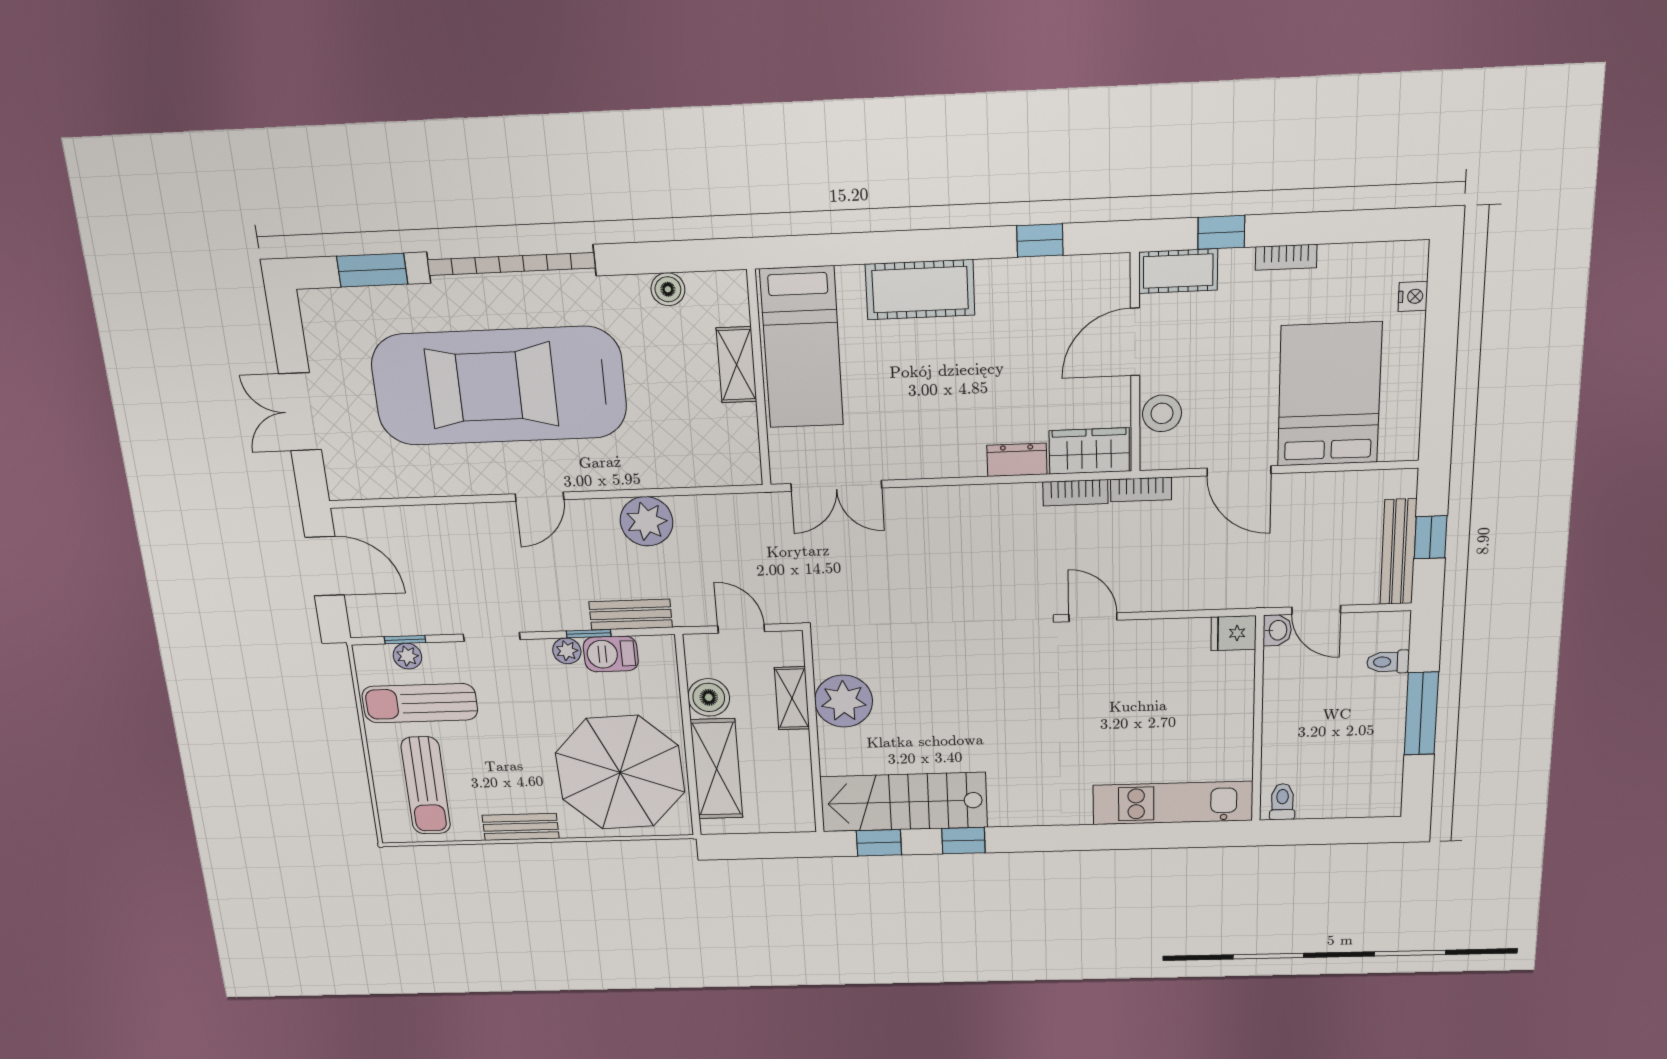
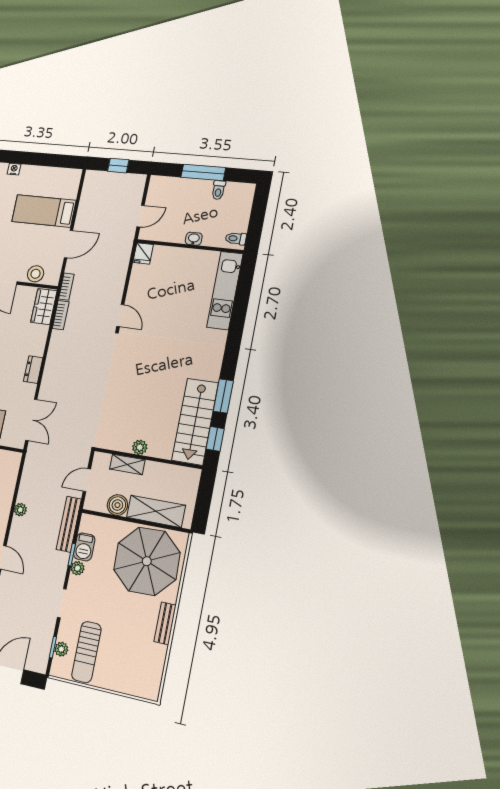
bed: (1329, 395) -> (44, 211), width x0.67
dresser: (1017, 460) -> (33, 370), moved
plant: (647, 521) -> (20, 510), width x0.53, depth x0.53
bench: (1398, 552) -> (122, 179), removed
bench: (631, 615) -> (69, 524), width x1.36
door: (1093, 617) -> (120, 316), swing flipped
washbasin: (1277, 630) -> (194, 239), moved
toilet: (1388, 662) -> (218, 190), moved
plant: (844, 701) -> (140, 447), width x0.53, depth x0.53
sun lounger: (426, 786) -> (131, 666), removed
window: (963, 841) -> (223, 396), width x1.50

